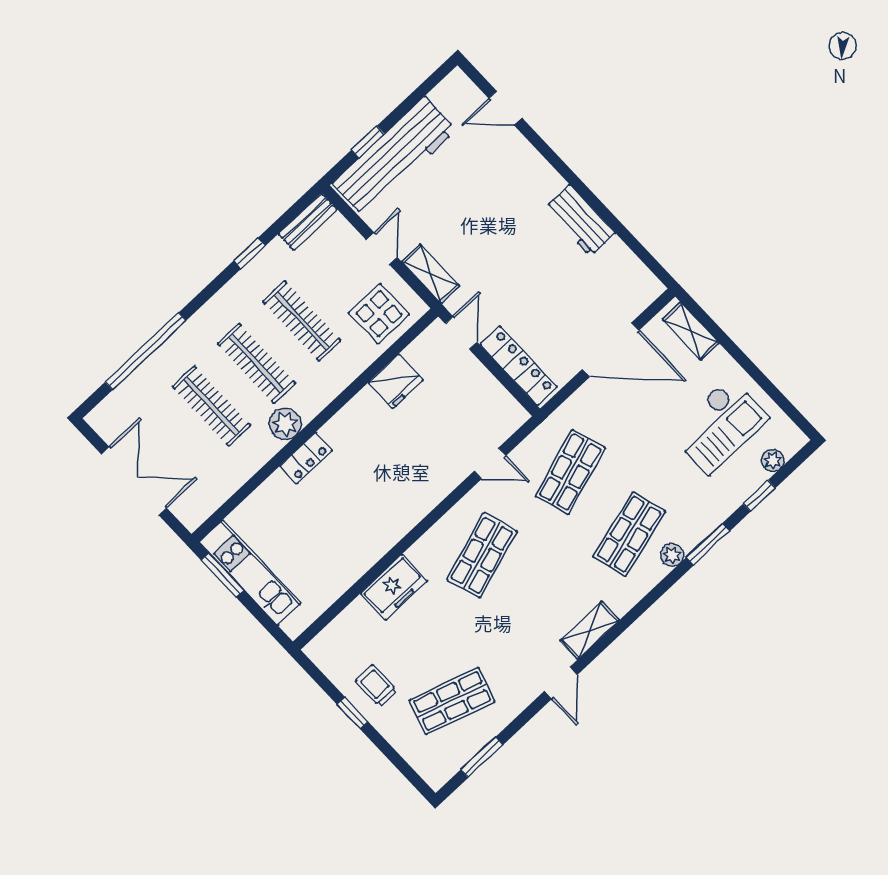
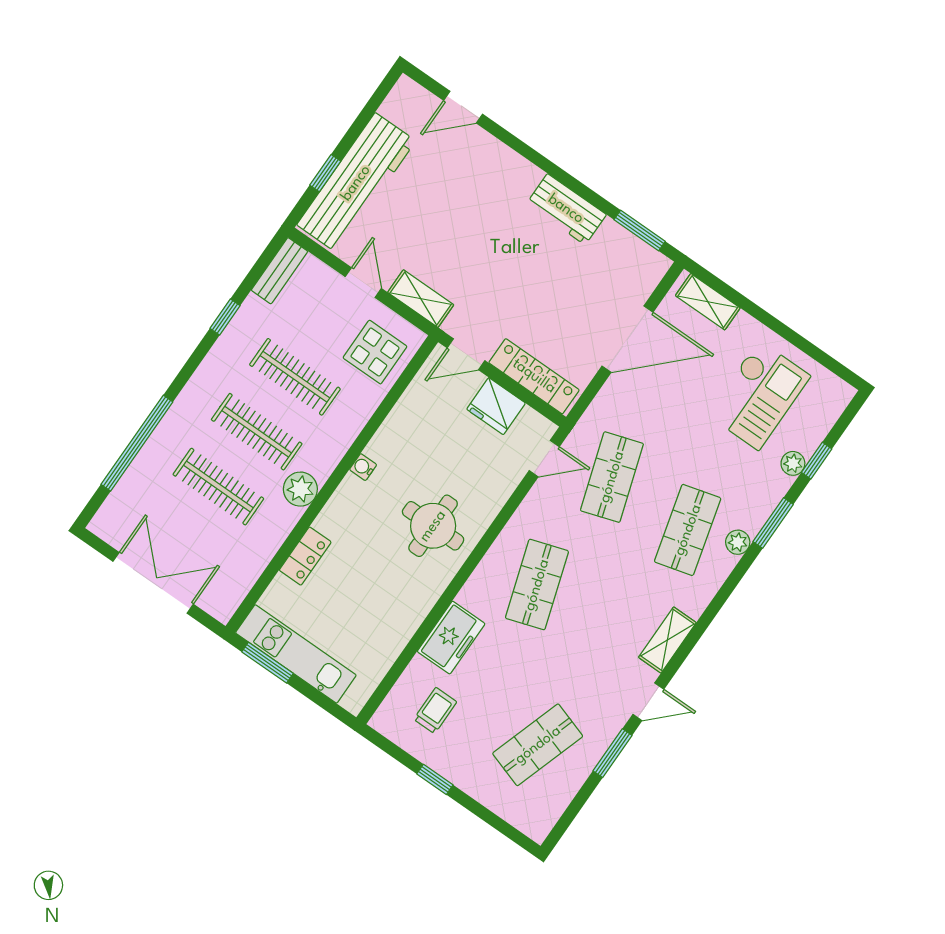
window: (642, 253) -> (640, 230), added
door: (461, 333) -> (466, 354), swing flipped
fridge: (396, 381) -> (496, 406), moved, turned 90
water cooler: (346, 416) -> (363, 467), added
locker: (306, 458) -> (305, 556), moved
plant: (773, 460) -> (793, 463), moved
door: (490, 463) -> (544, 459), moved
round table: (399, 482) -> (433, 526), added
door: (561, 683) -> (648, 702), hinge flipped
trolley: (377, 686) -> (435, 711), moved, turned 90
window: (482, 757) -> (613, 753), moved

